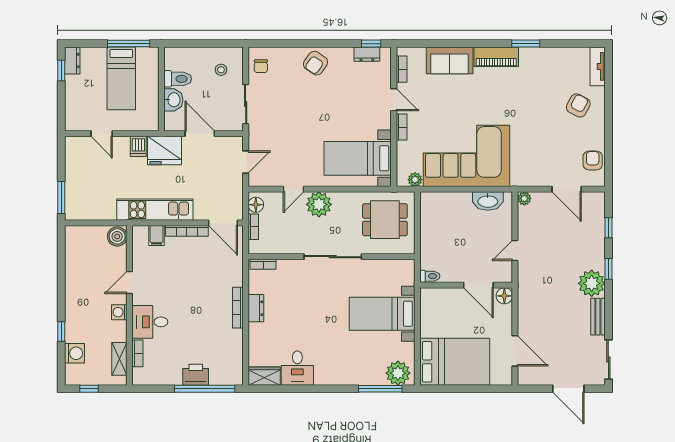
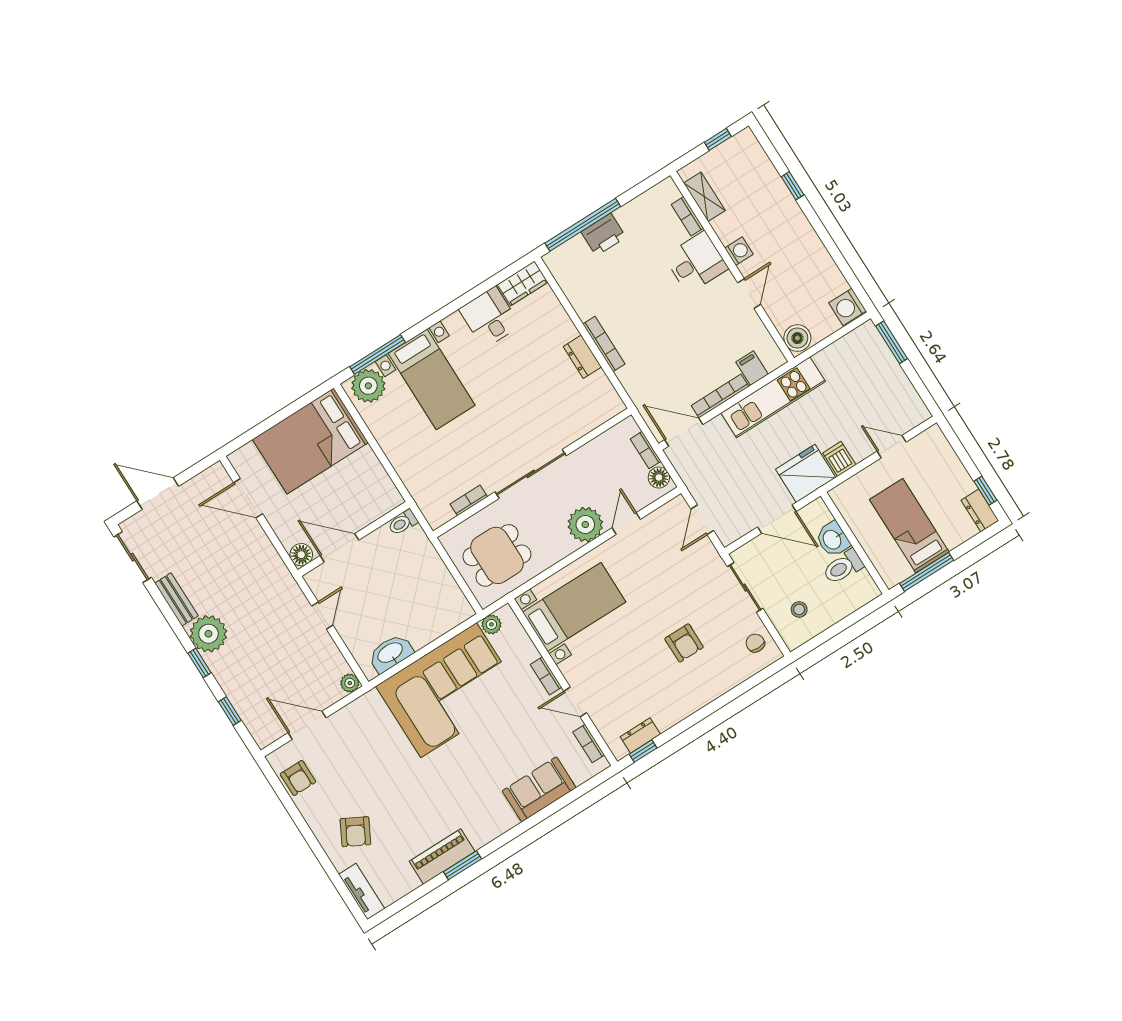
piano: (496, 57) -> (442, 856), moved
armchair: (316, 63) -> (684, 643), moved, turned 145
bookcase: (263, 264) -> (469, 500), moved
bed with nightstands: (382, 314) -> (432, 379), moved, turned 90
washing machine: (75, 353) -> (847, 307), moved

